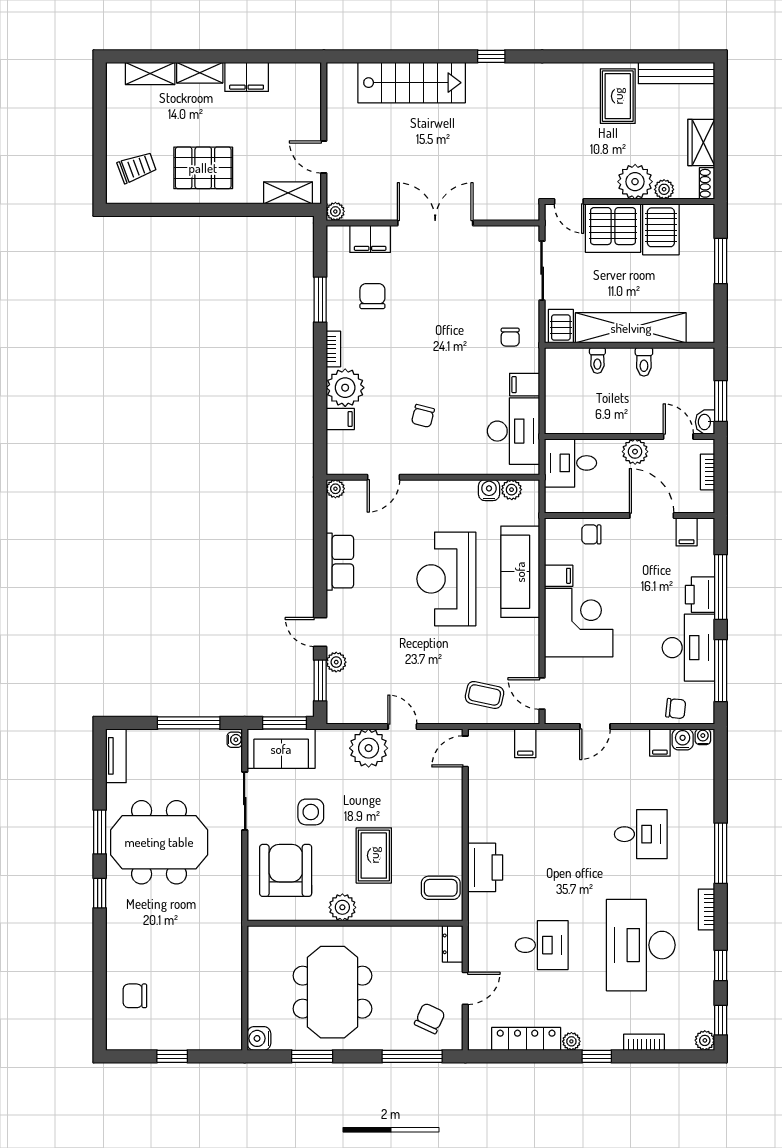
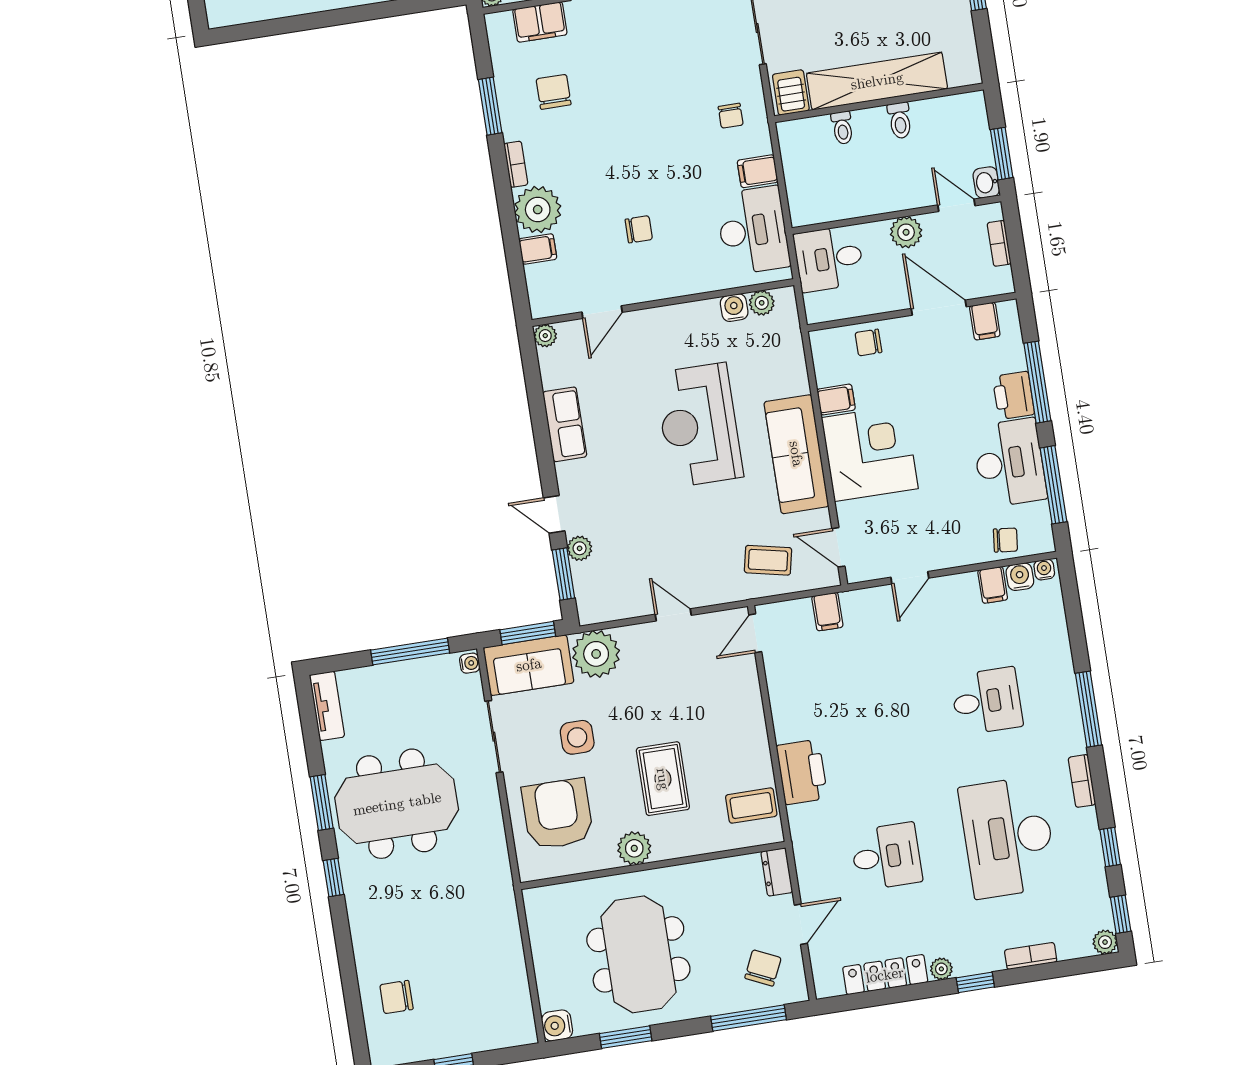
chair: (423, 416) -> (639, 229), turned -104
sofa: (520, 572) -> (796, 454), moved
plant: (369, 748) -> (596, 654), moved

